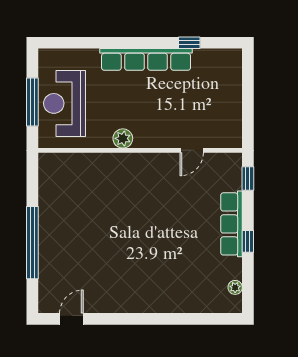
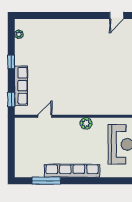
window: (189, 43) -> (46, 181), width x2.17
row of seats: (232, 224) -> (21, 86), moved

